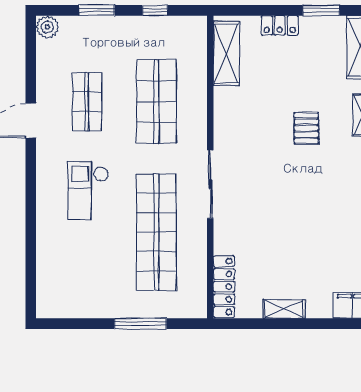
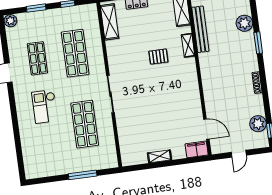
pallet: (306, 128) -> (158, 57), turned 90
shop shelf: (156, 232) -> (85, 124), width x0.71
locker: (224, 287) -> (125, 149), removed

